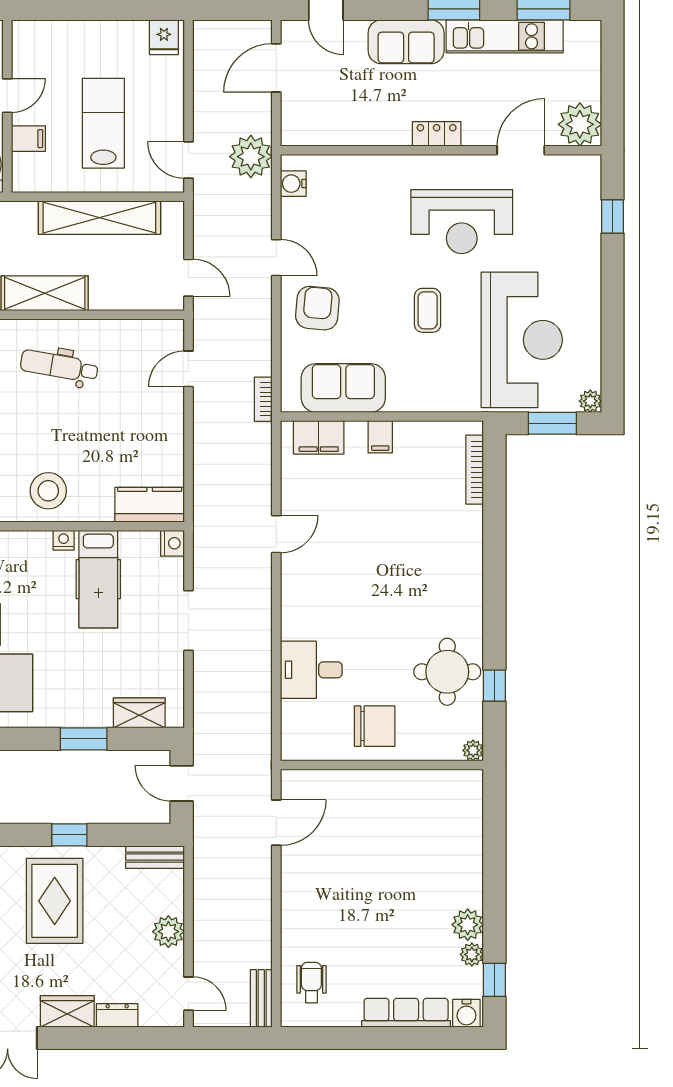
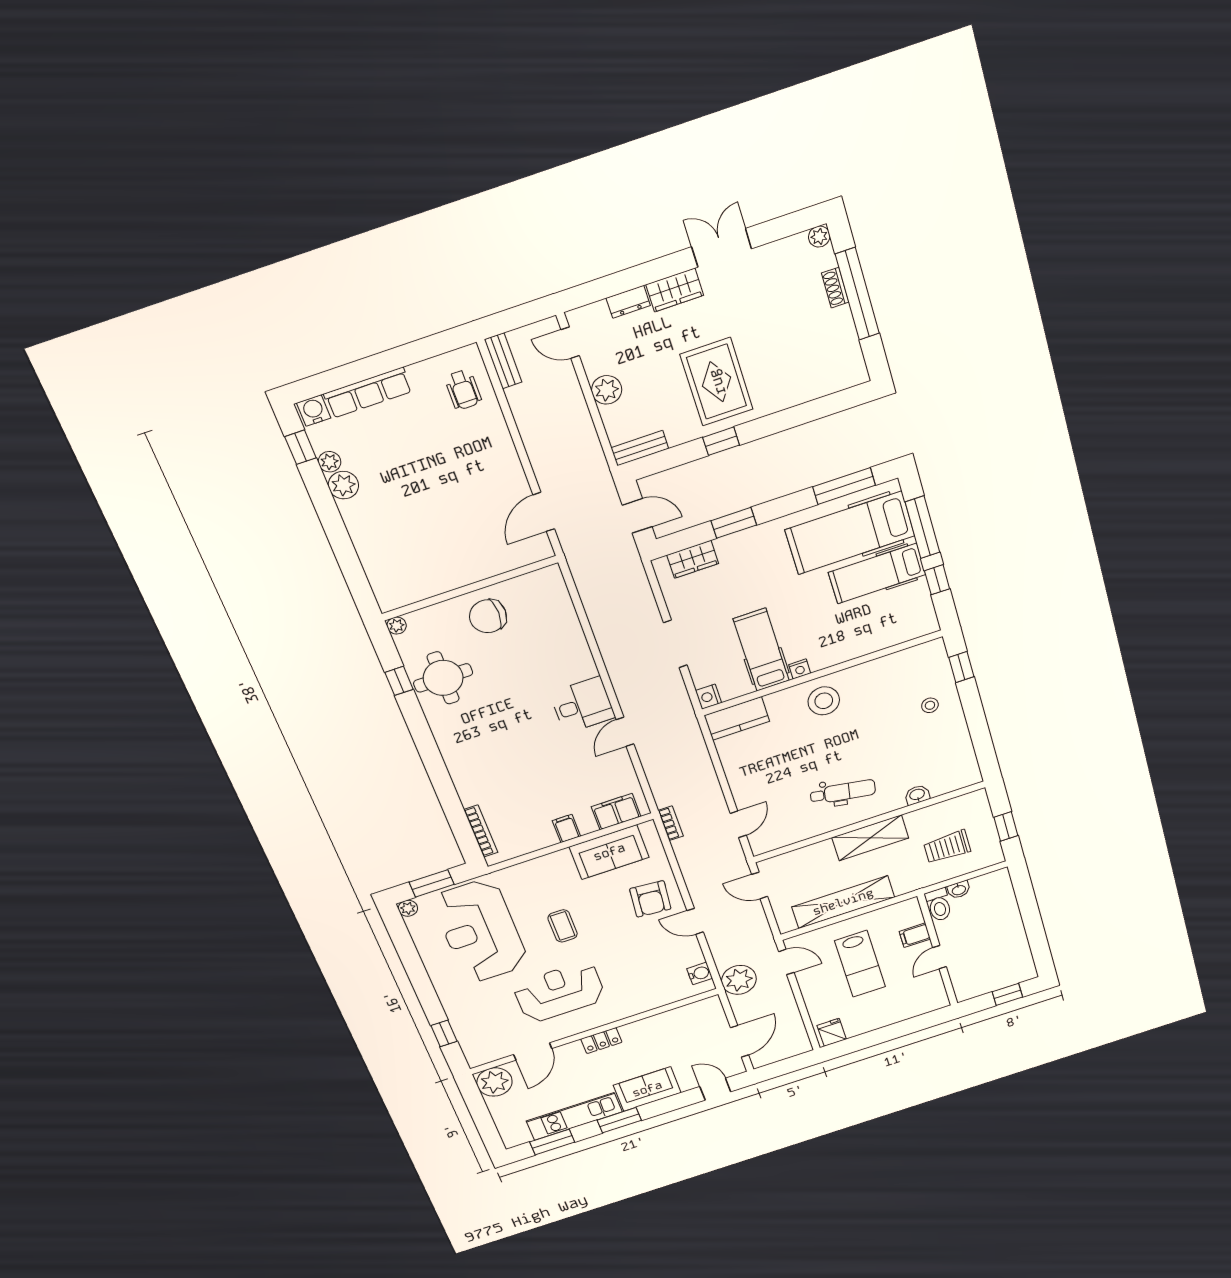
desk: (311, 670) -> (582, 705), moved

